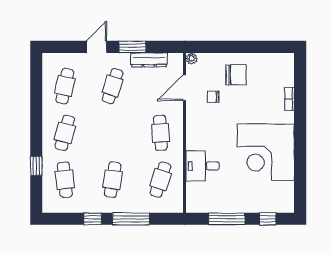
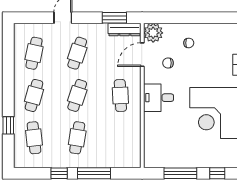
window: (132, 47) -> (114, 18), moved
plant: (192, 59) -> (153, 33), width x1.88, depth x1.88
dresser: (149, 60) -> (125, 30), moved
chair: (236, 75) -> (189, 43), width x0.54, depth x0.54
desk: (203, 166) -> (158, 98), moved
cafe table: (160, 180) -> (77, 95), moved

